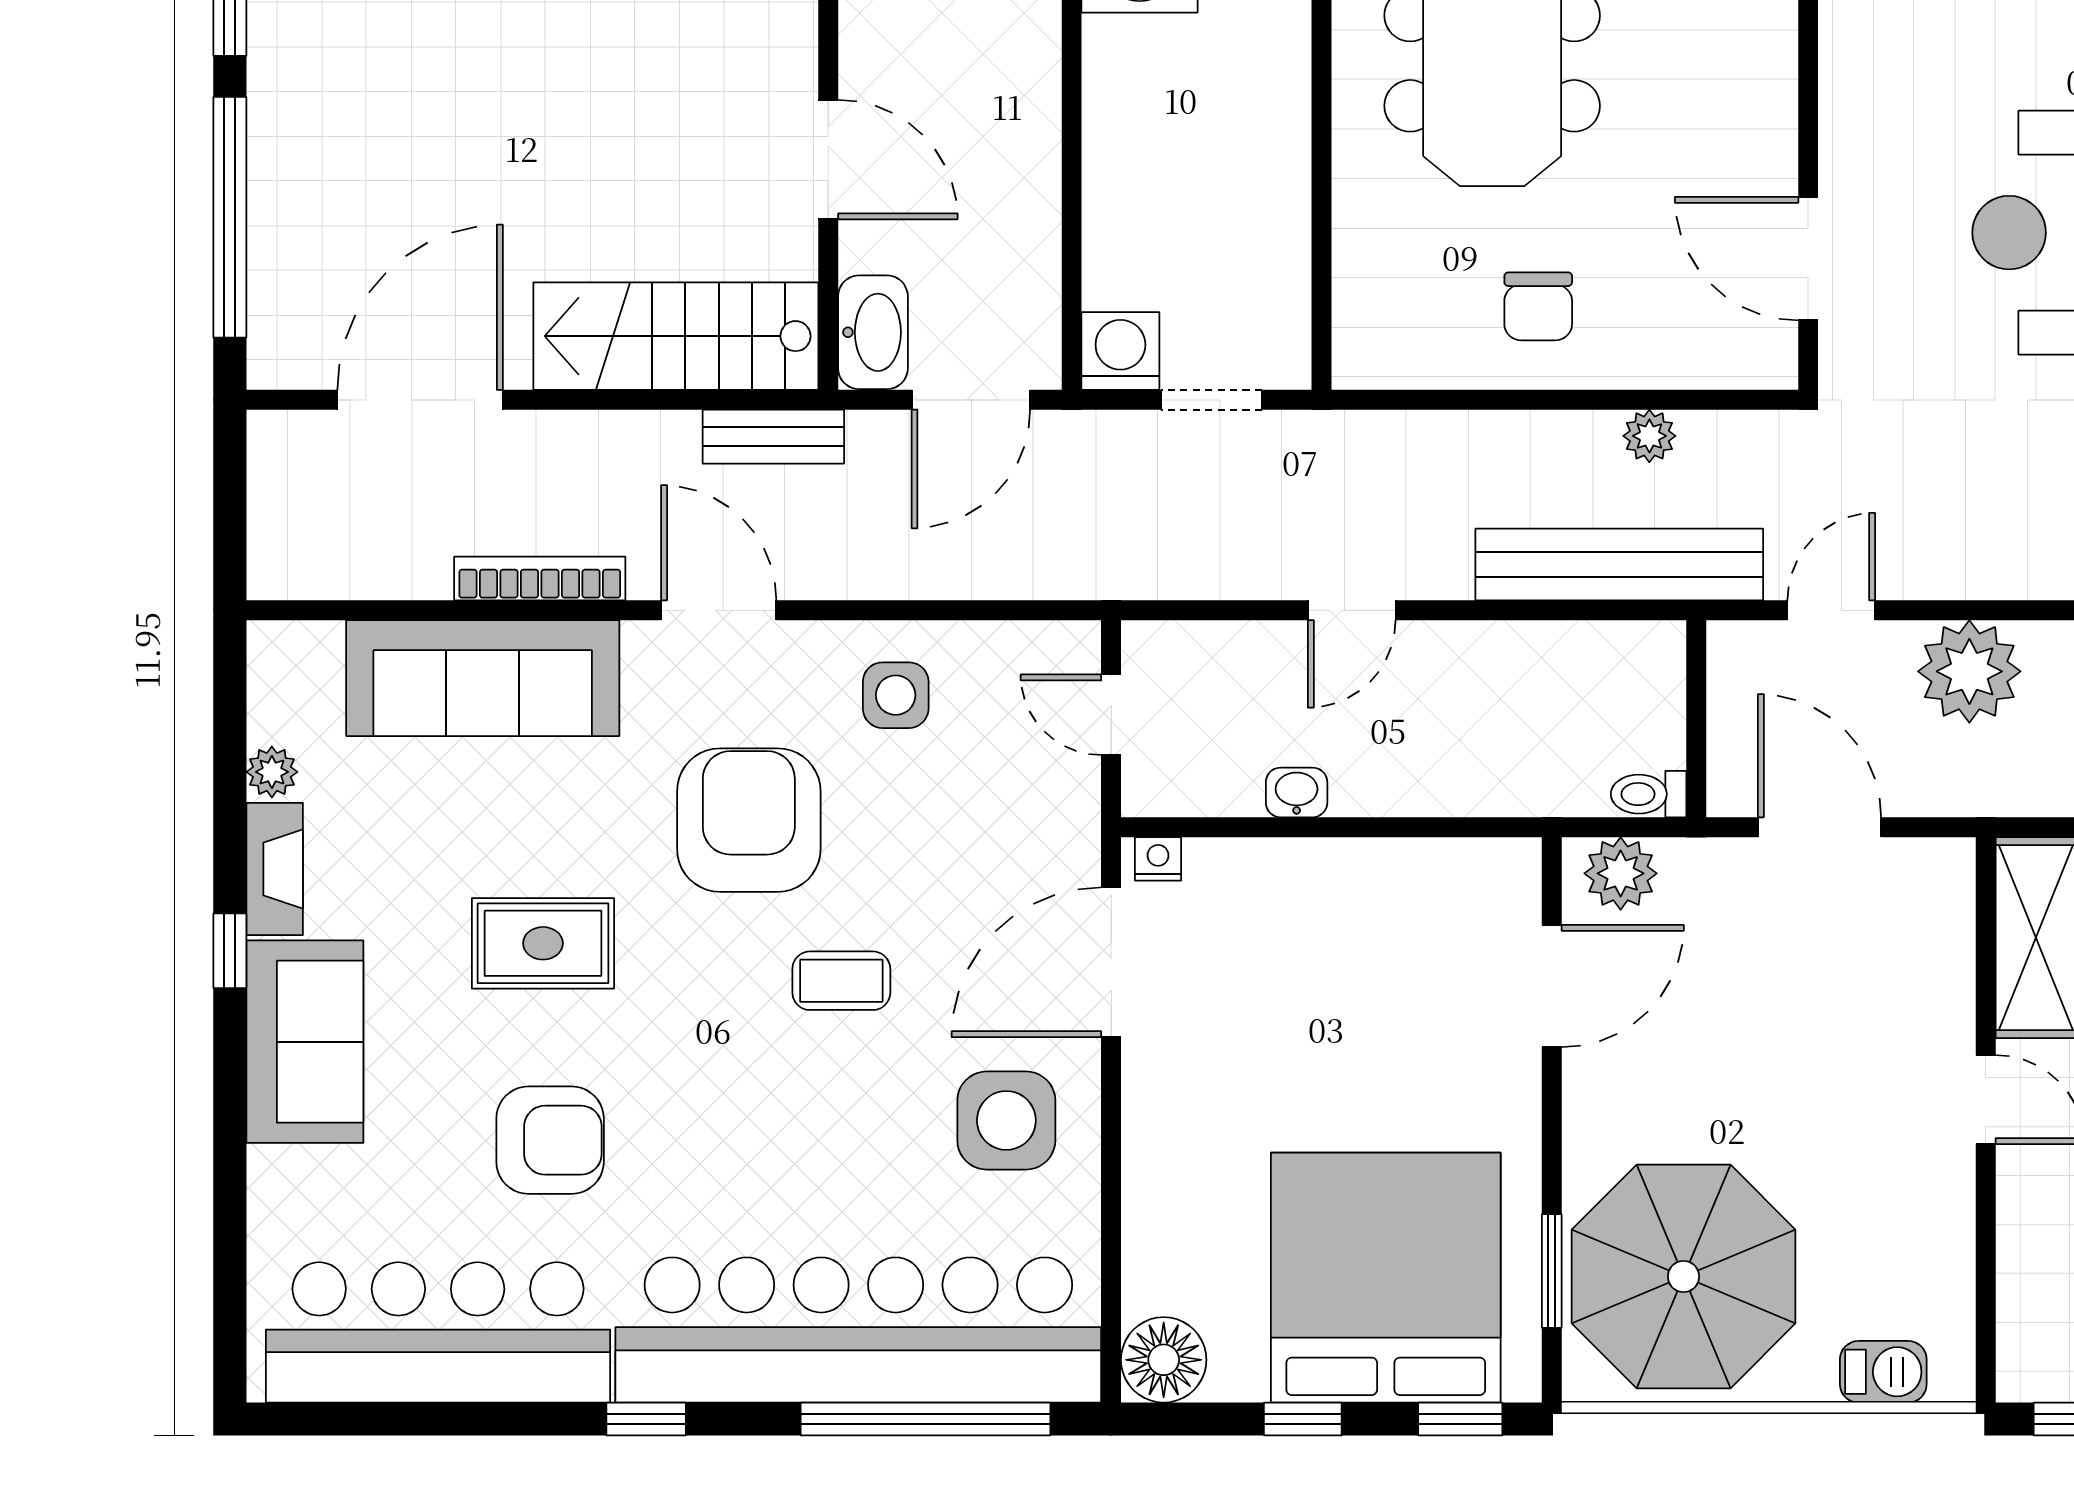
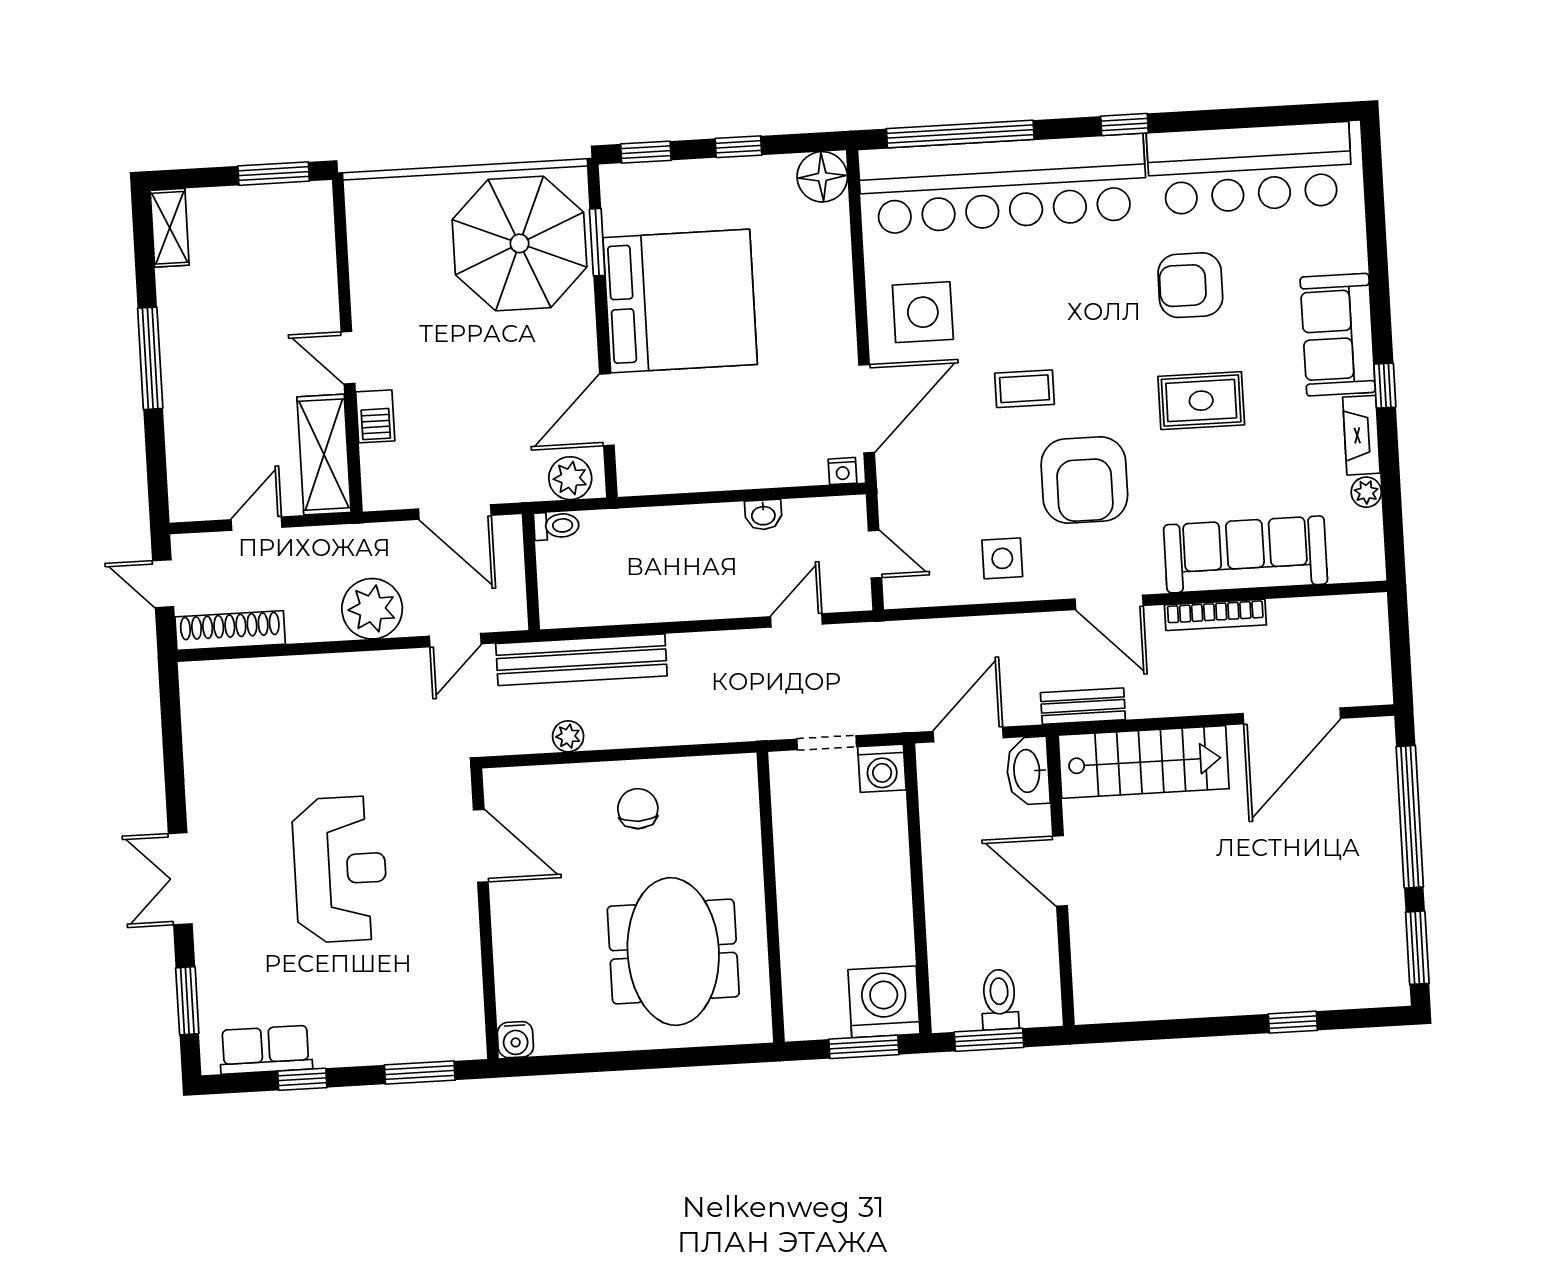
door: (1352, 610) -> (796, 620), moved
bed: (1386, 1278) -> (680, 301), moved, turned -90
barbecue: (1883, 1372) -> (375, 416), moved, turned -90

